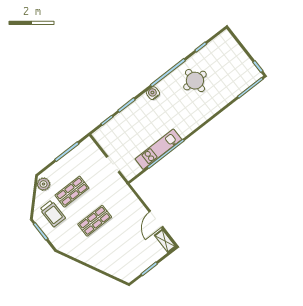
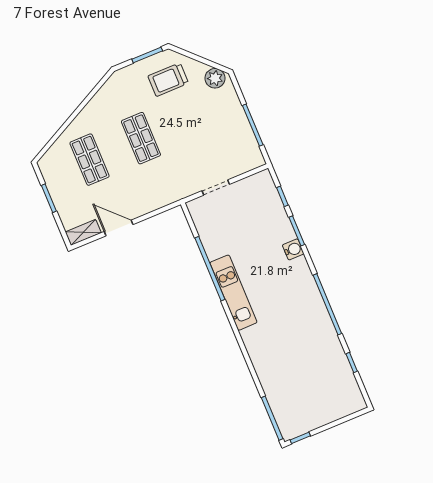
round table: (195, 81) -> (305, 341), removed
water cooler: (153, 93) -> (293, 249), moved
kitchen unit: (158, 149) -> (233, 293), moved
shop shelf: (72, 192) -> (89, 160), moved

